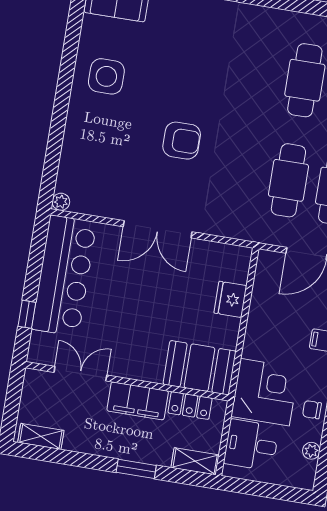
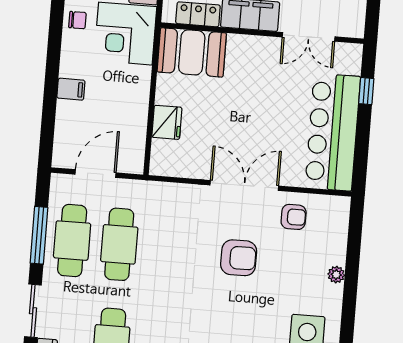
armchair: (182, 141) -> (239, 258), moved, turned 180
armchair: (111, 193) -> (294, 217), added
plant: (61, 202) -> (336, 275), moved

